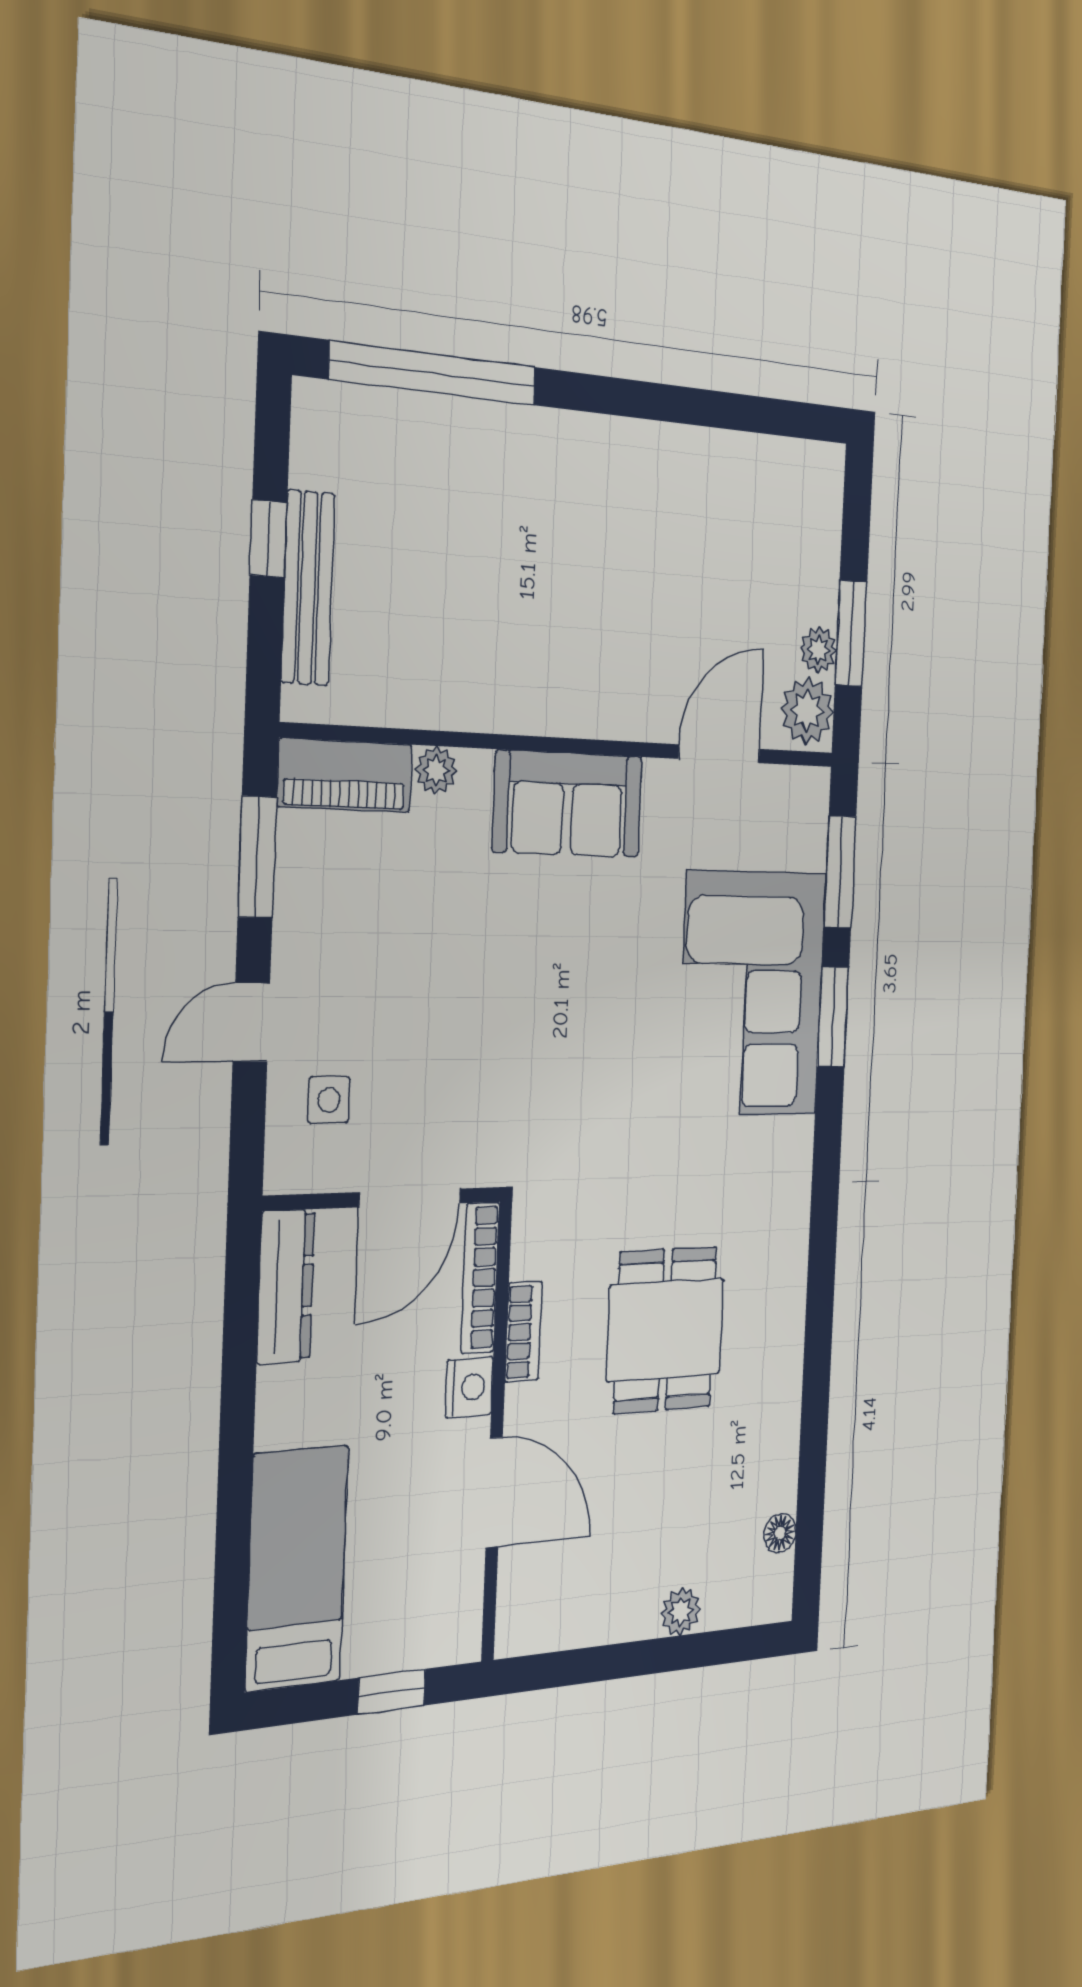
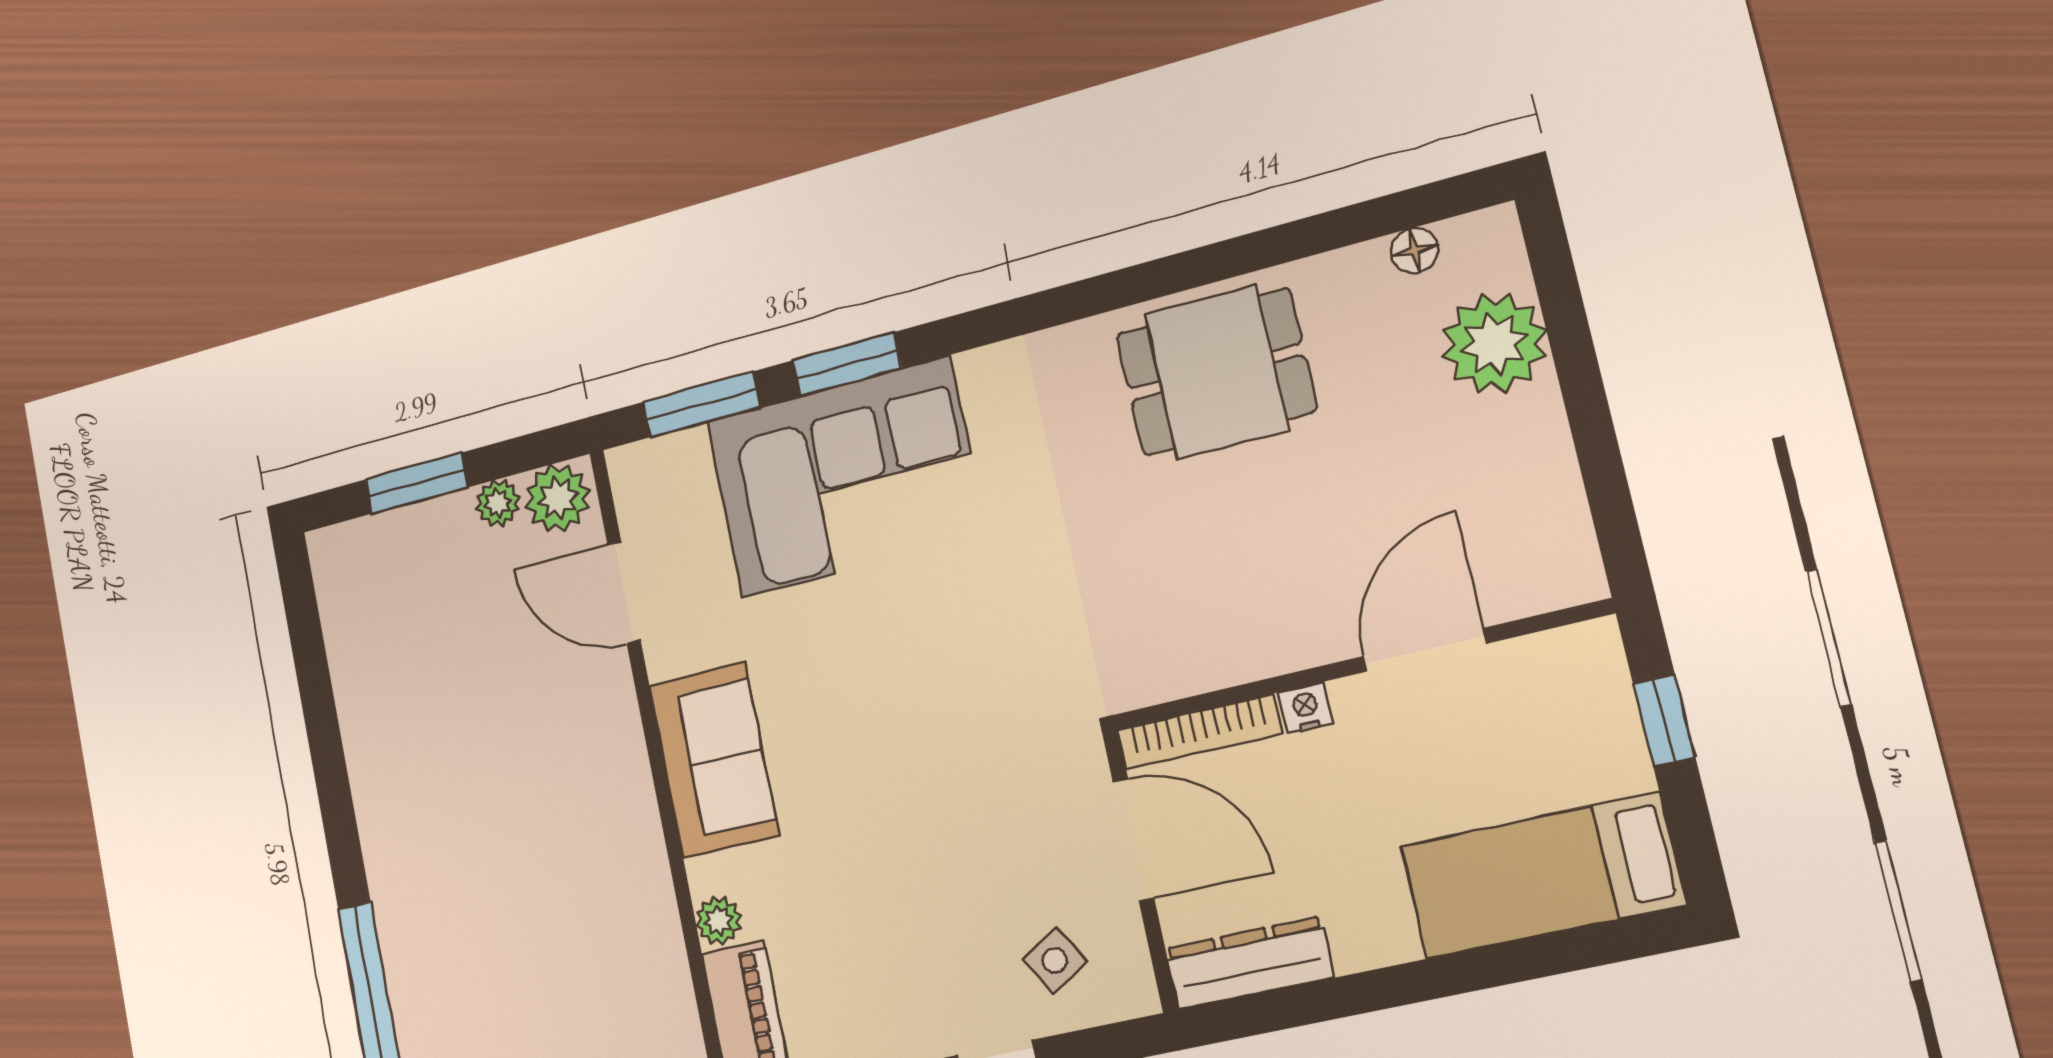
window: (851, 633) -> (417, 483), moved
side table: (329, 1100) -> (1055, 960), turned -31
dining table: (665, 1330) -> (1216, 372), moved
bookcase: (524, 1332) -> (1246, 662), removed
nightstand: (469, 1387) -> (1306, 708), width x0.72, depth x0.74
plant: (681, 1612) -> (1494, 344), width x1.87, depth x1.87

